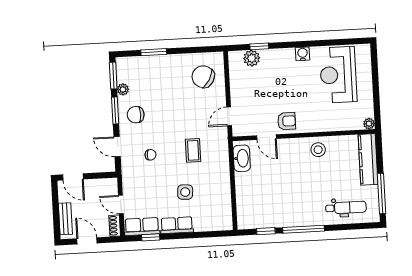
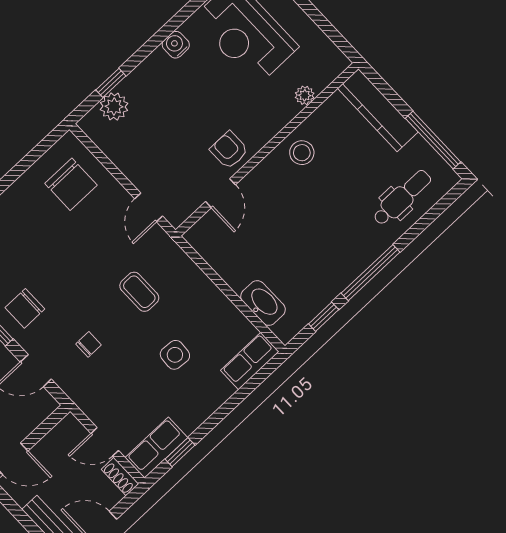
chair: (203, 77) -> (71, 184), turned -120
armchair: (287, 121) -> (229, 150), turned -90
plant: (369, 124) -> (305, 95), moved
door: (267, 137) -> (221, 193), hinge flipped
washbasin: (242, 158) -> (263, 303), moved
row of seats: (177, 225) -> (250, 361), moved

